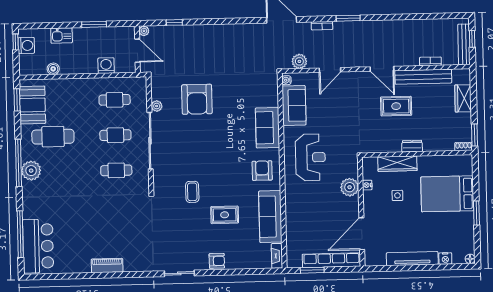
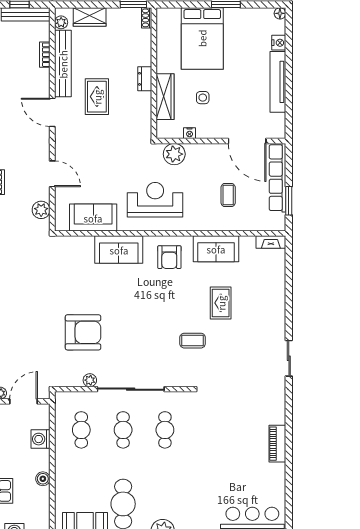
boiler: (53, 69) -> (43, 479), moved
door: (382, 69) -> (52, 112), swing flipped
plant: (458, 74) -> (61, 22), added
water cooler: (286, 80) -> (63, 226), removed
armchair: (262, 171) -> (169, 257), turned -90
plant: (350, 187) -> (174, 154), moved
sofa: (270, 217) -> (216, 249), width x0.73
coffee table: (316, 219) -> (228, 195), added
armchair: (217, 261) -> (275, 313), removed

